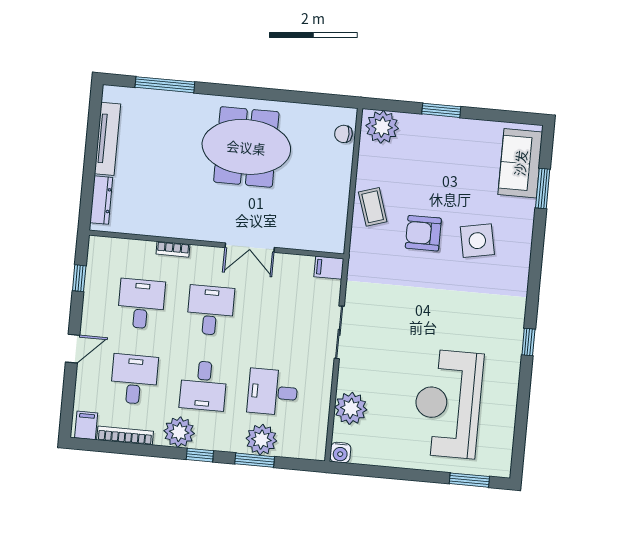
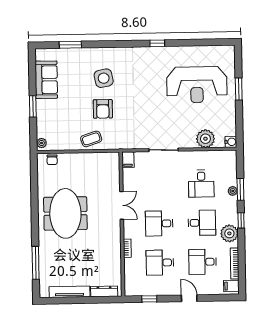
plant: (382, 127) -> (42, 143), width x0.53, depth x0.53
sofa: (520, 163) -> (46, 80), moved, turned -90
plant: (261, 440) -> (233, 191), width x0.53, depth x0.53
window: (469, 480) -> (239, 89), moved

